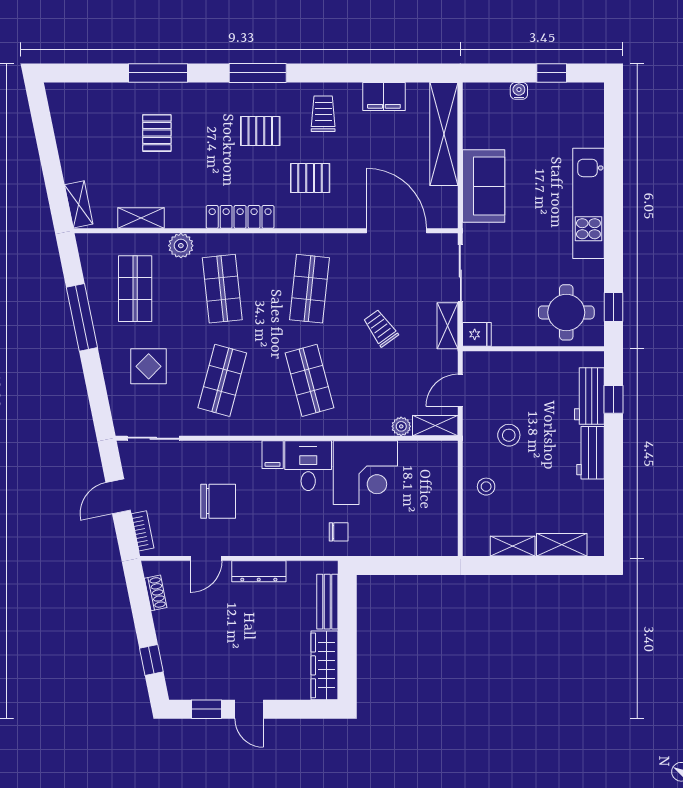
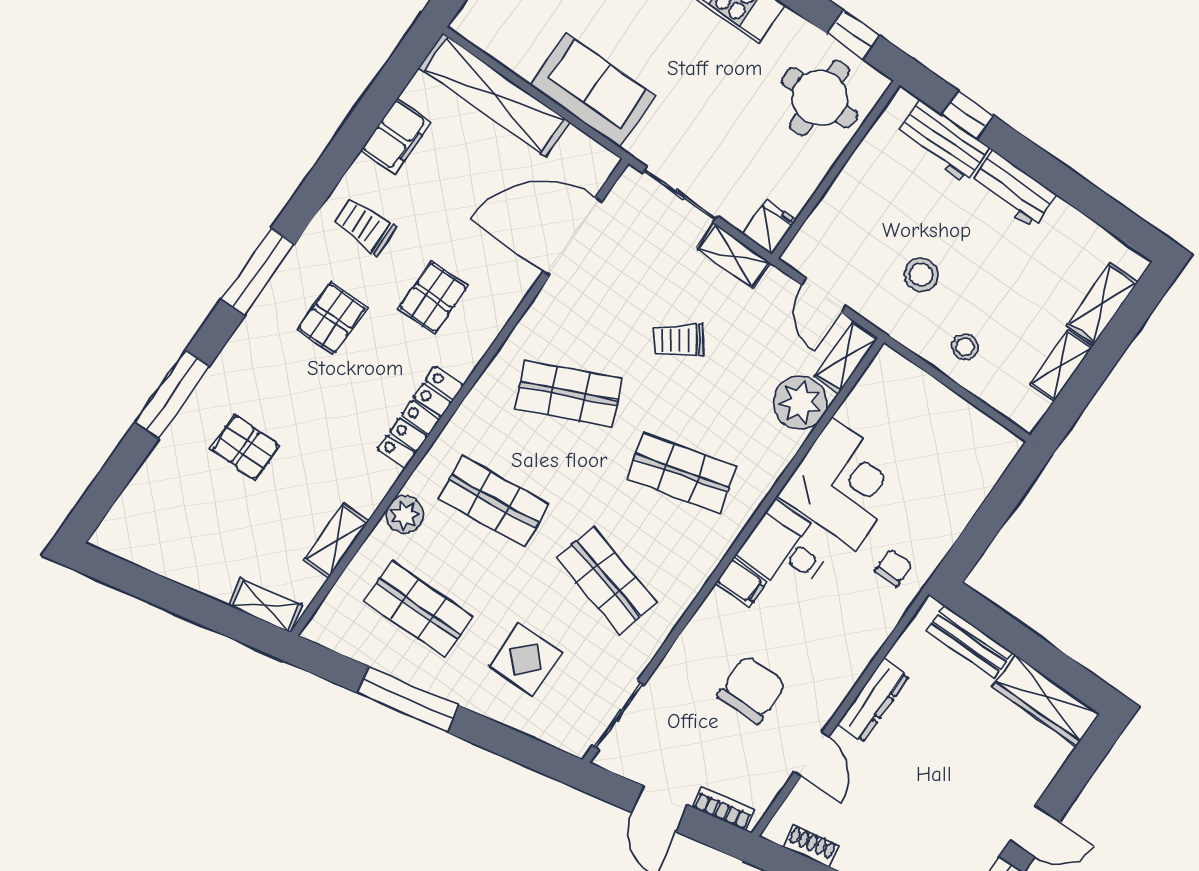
shop shelf: (310, 289) -> (569, 394), turned -30
plant: (401, 426) -> (800, 403), width x1.87, depth x1.87

